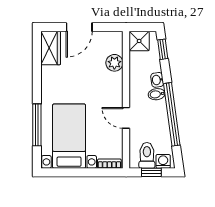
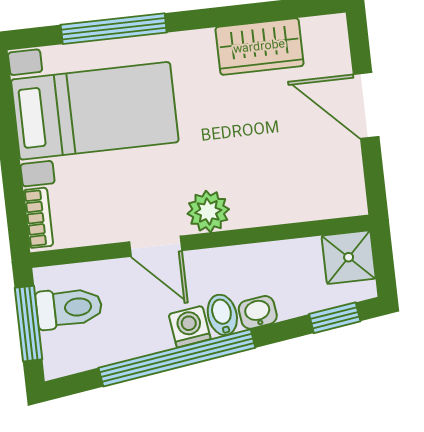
wardrobe: (51, 48) -> (259, 46), moved
plant: (114, 63) -> (208, 211), moved
door: (126, 118) -> (156, 246), swing flipped
washing machine: (163, 161) -> (190, 327), moved, turned -98
window: (151, 172) -> (28, 324), width x1.50

